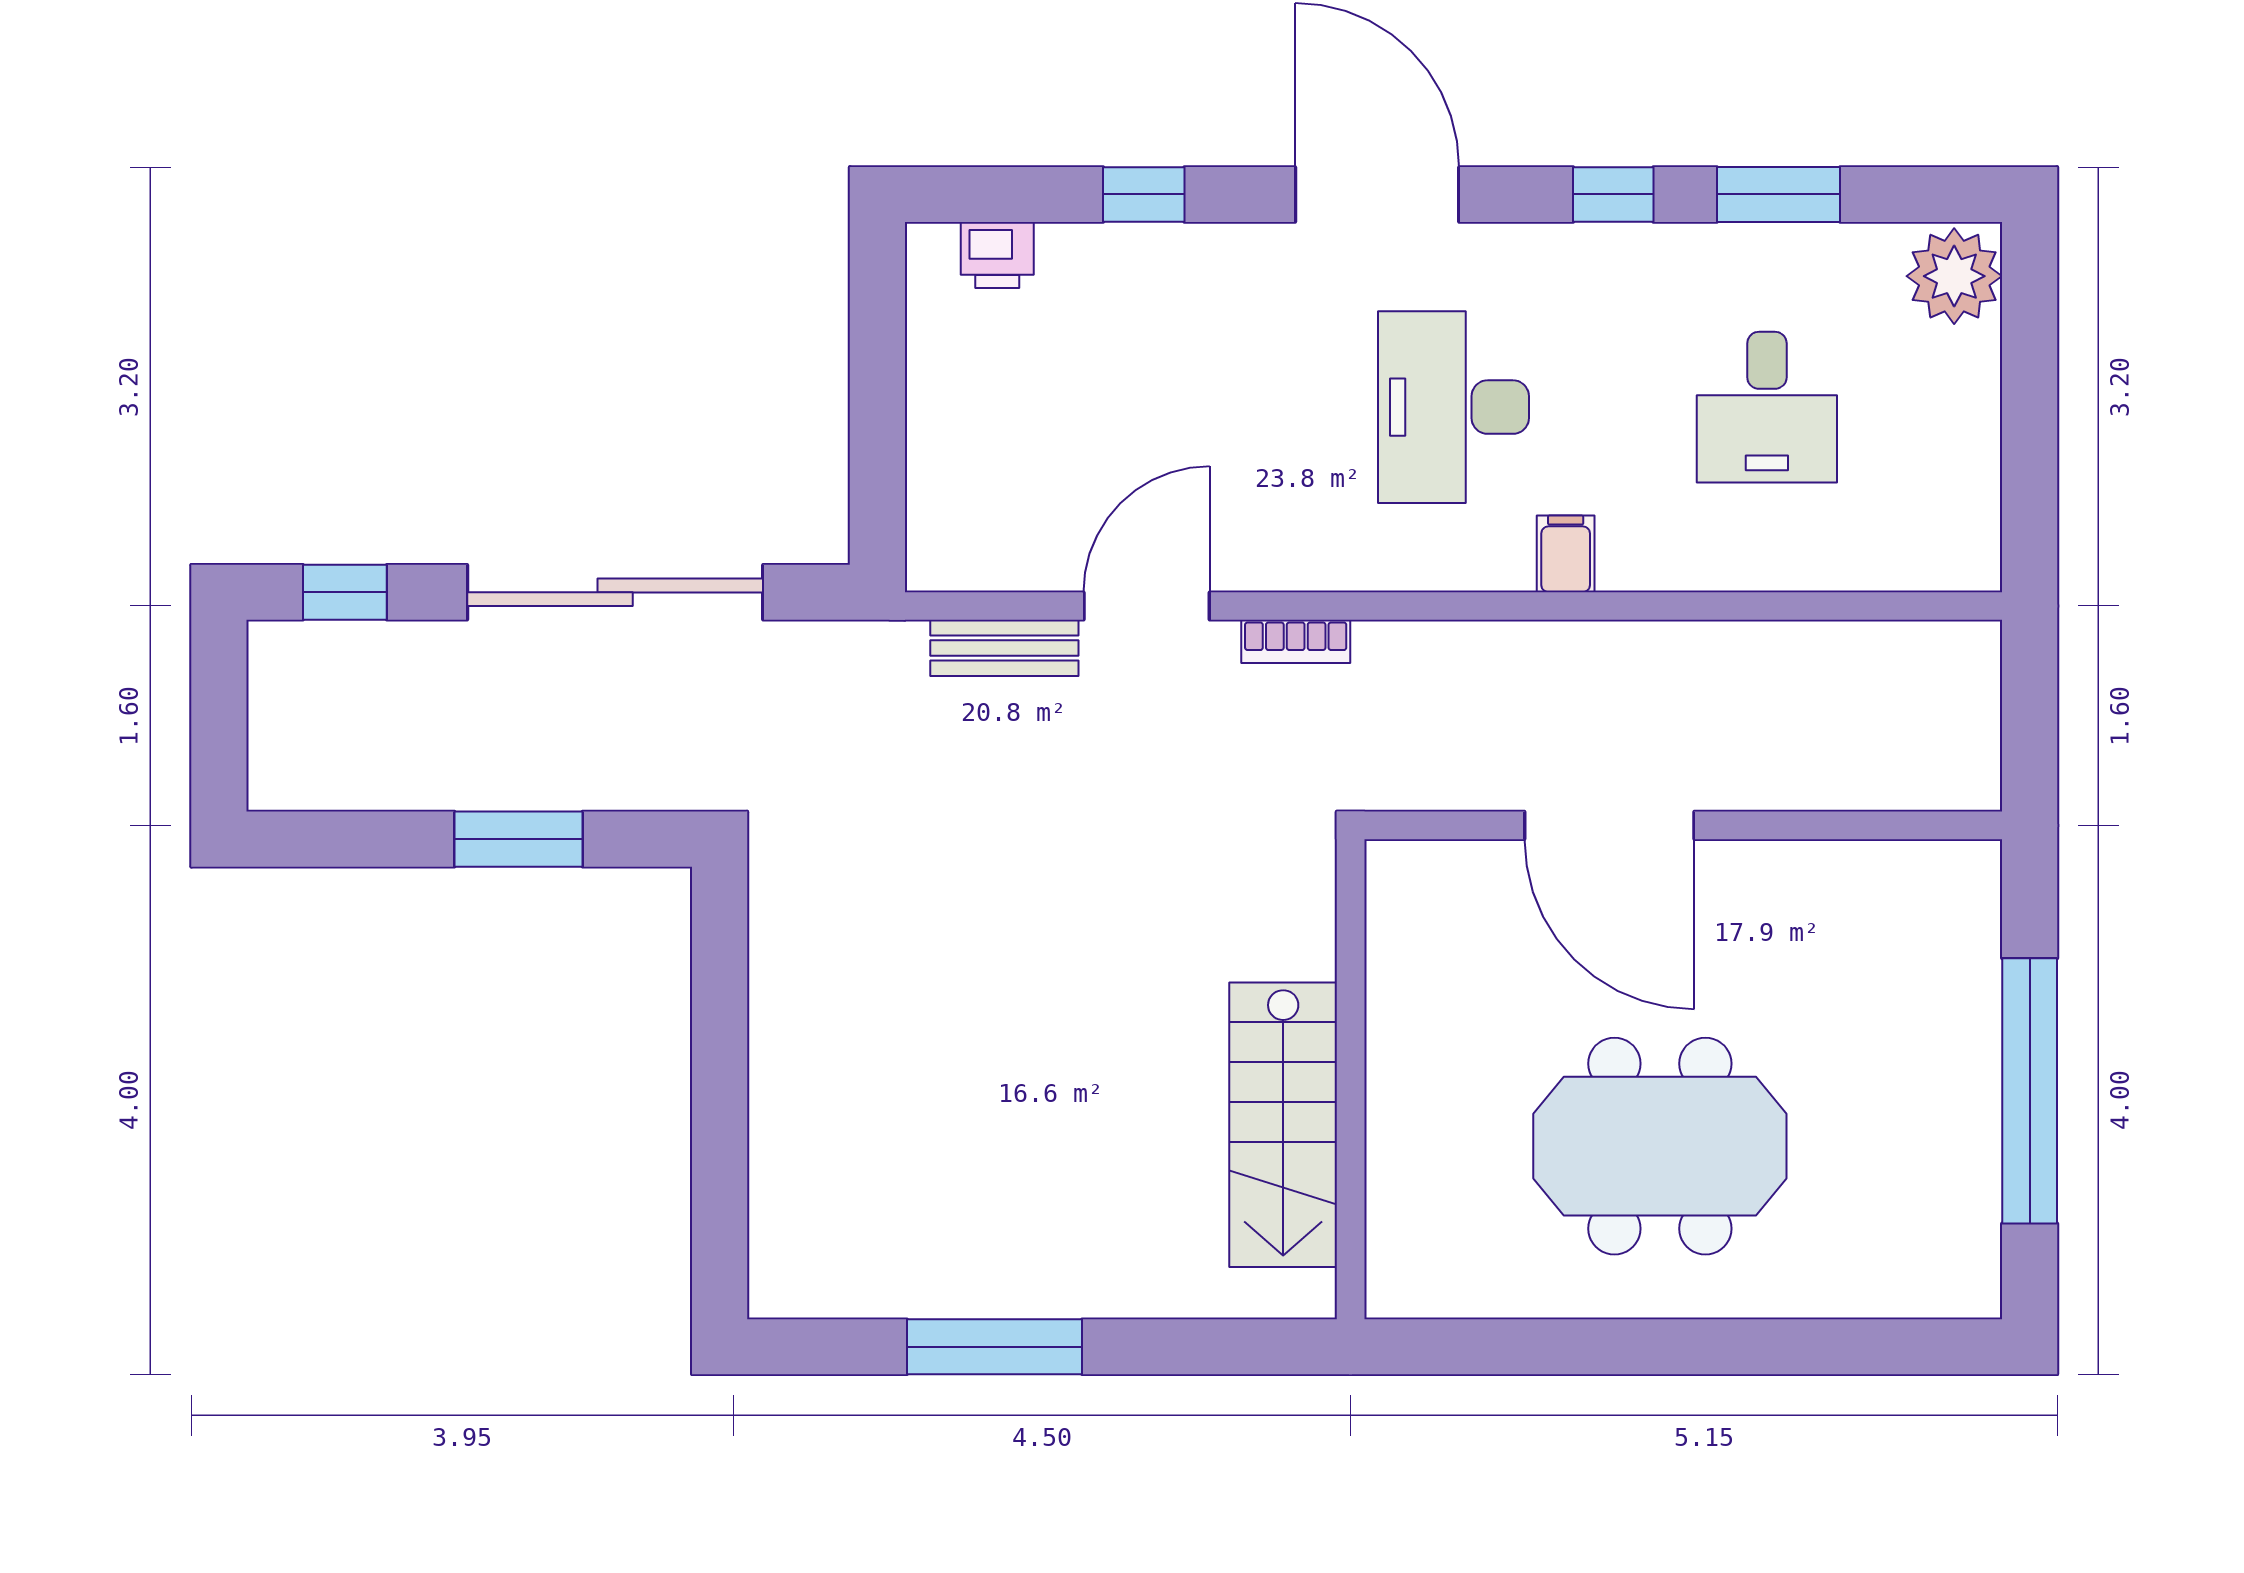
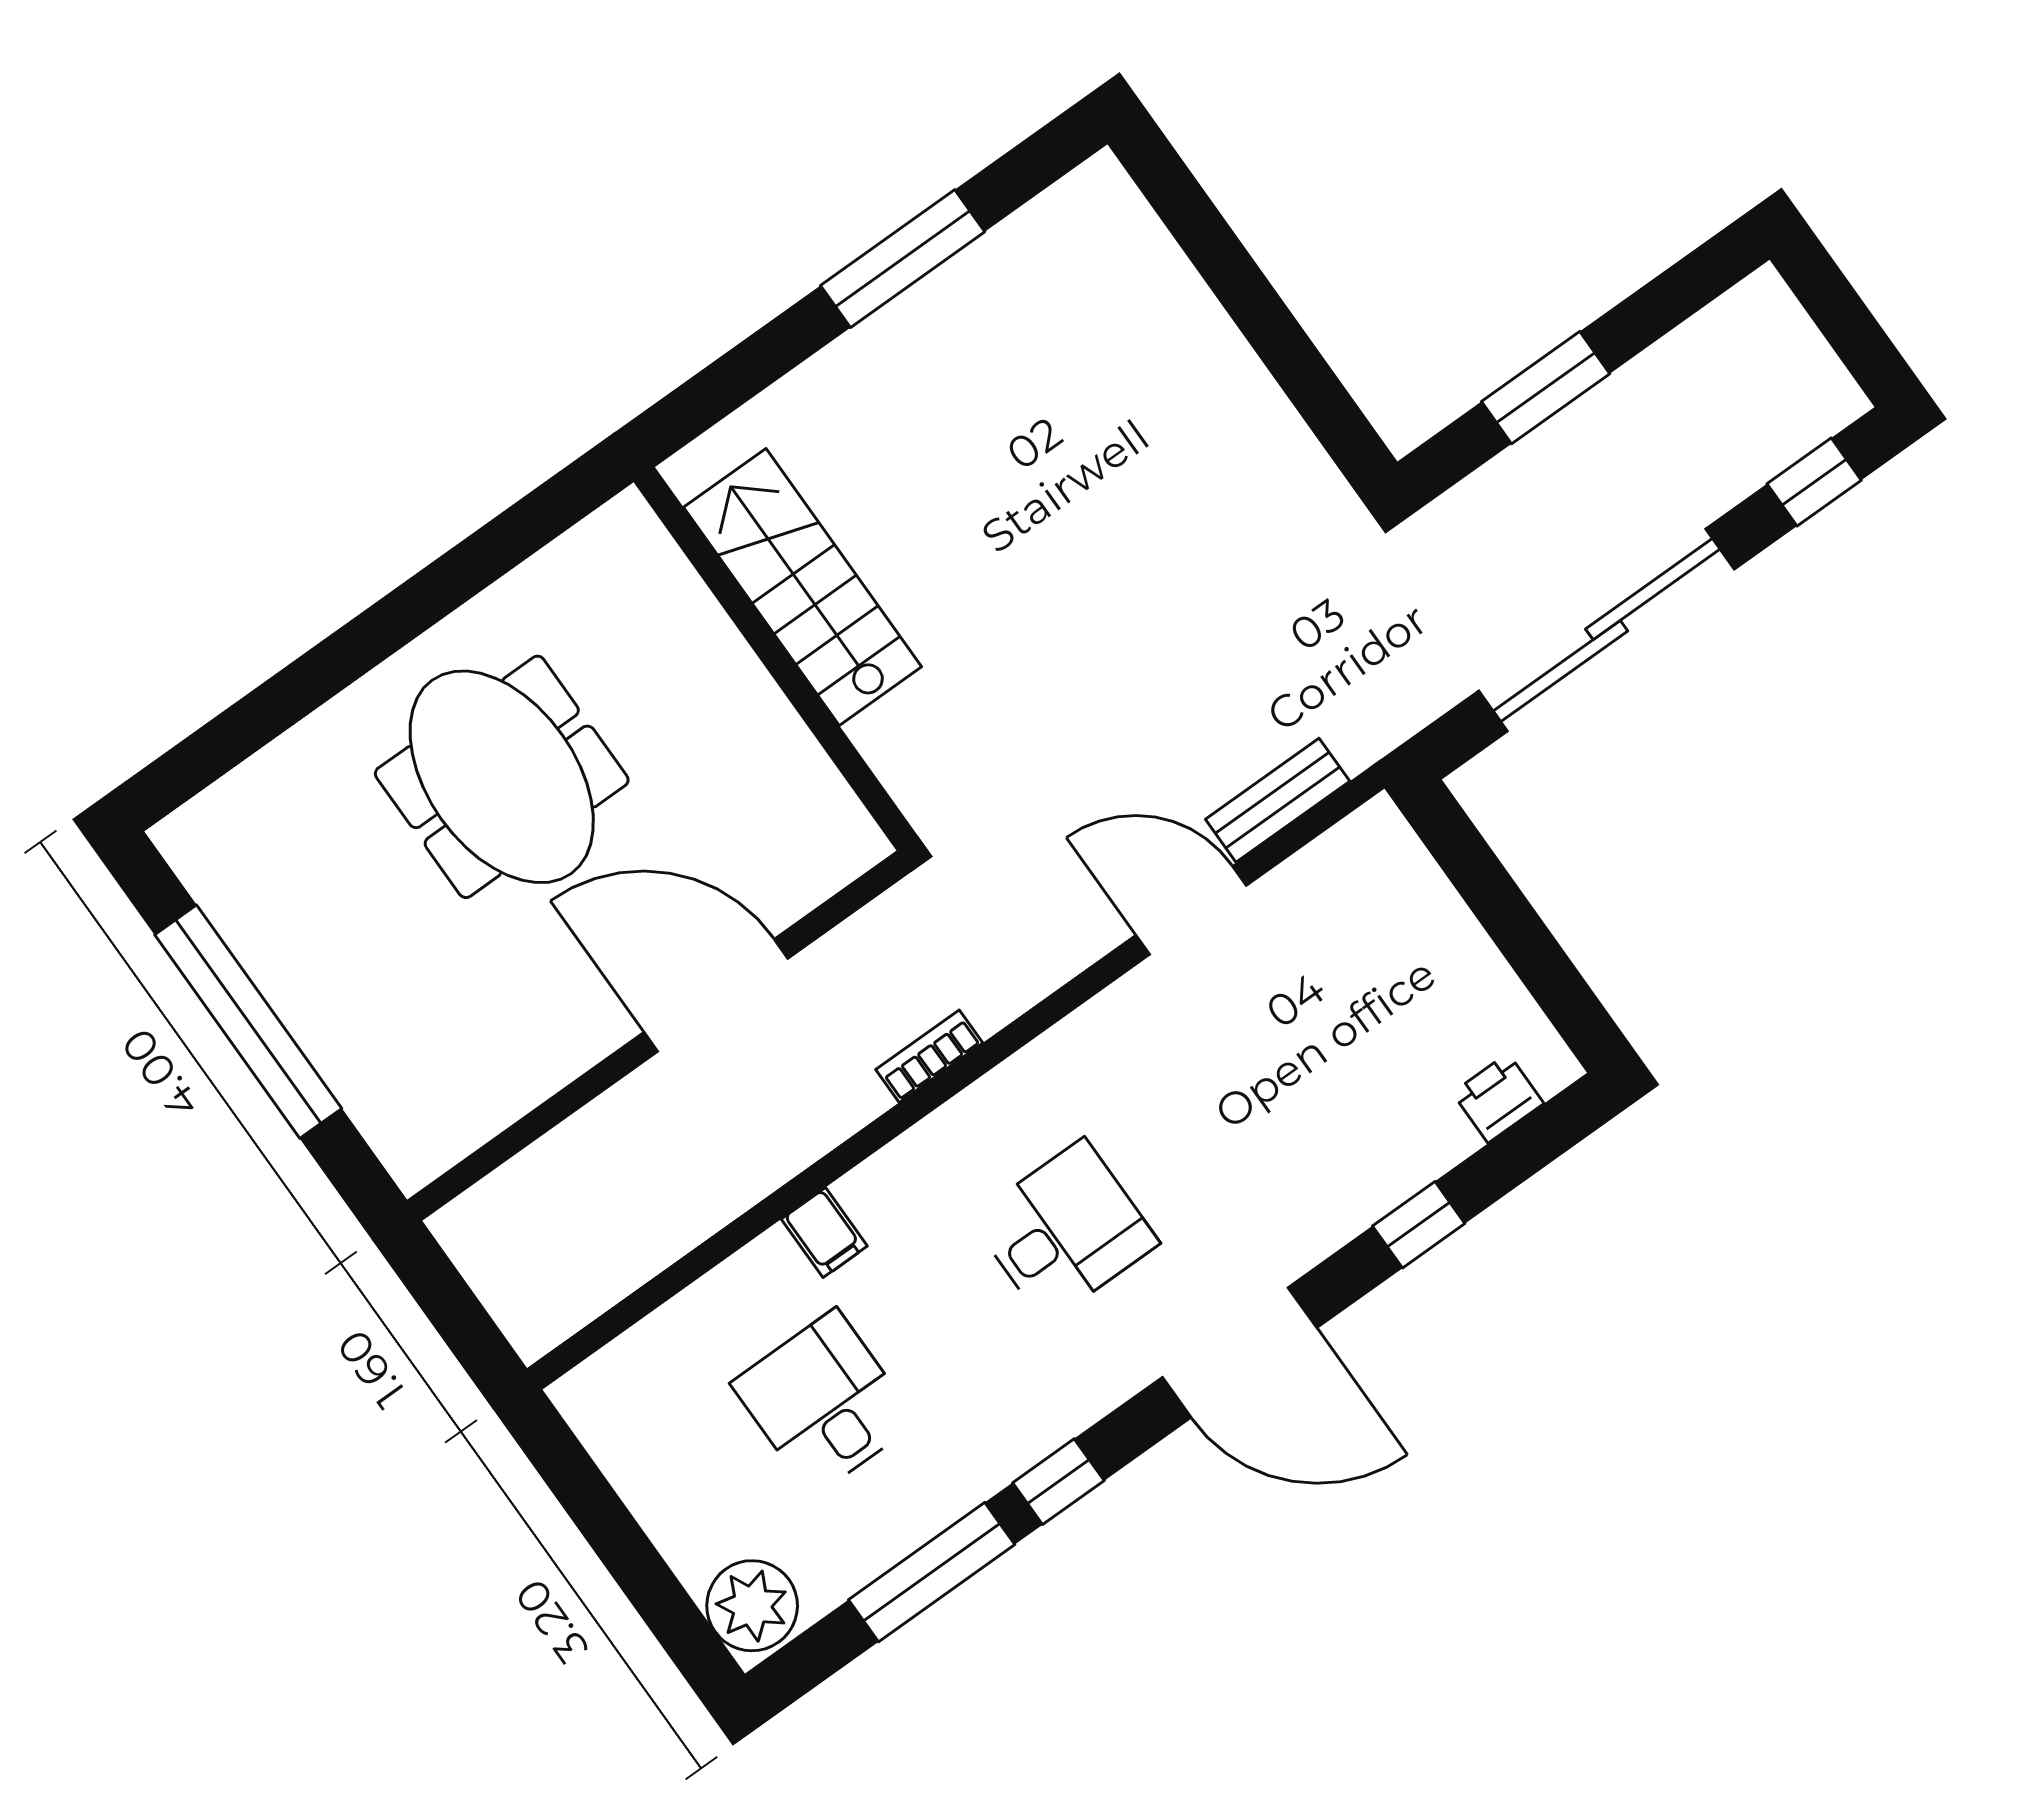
window: (1778, 194) -> (932, 1572), width x1.44
desk: (1453, 407) -> (1065, 1231), width x0.73
filing cabinet: (1566, 554) -> (824, 1233), moved
door: (1147, 606) -> (1191, 910), swing flipped
bookcase: (1296, 641) -> (929, 1056), moved
meeting table: (1660, 1146) -> (502, 777), turned 90

